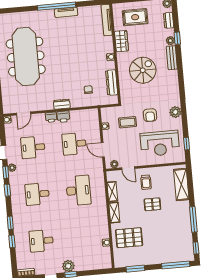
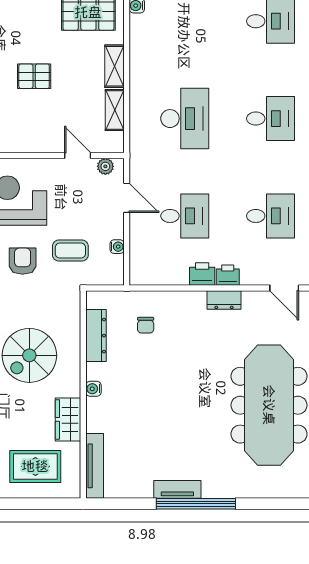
dresser: (62, 104) -> (224, 300), moved
door: (23, 113) -> (284, 288), swing flipped
trolley: (146, 182) -> (43, 123), removed
desk: (78, 190) -> (185, 119), turned 180

